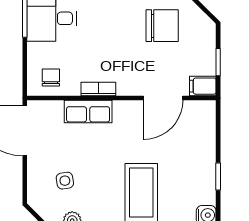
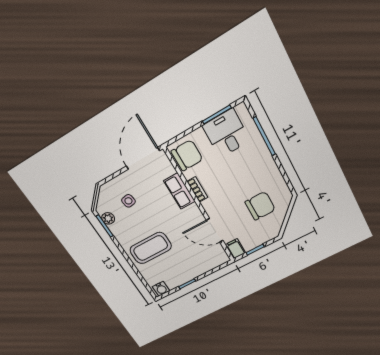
chair: (162, 26) -> (260, 206), turned -90
chair: (51, 78) -> (187, 155), width x1.87, depth x1.87

